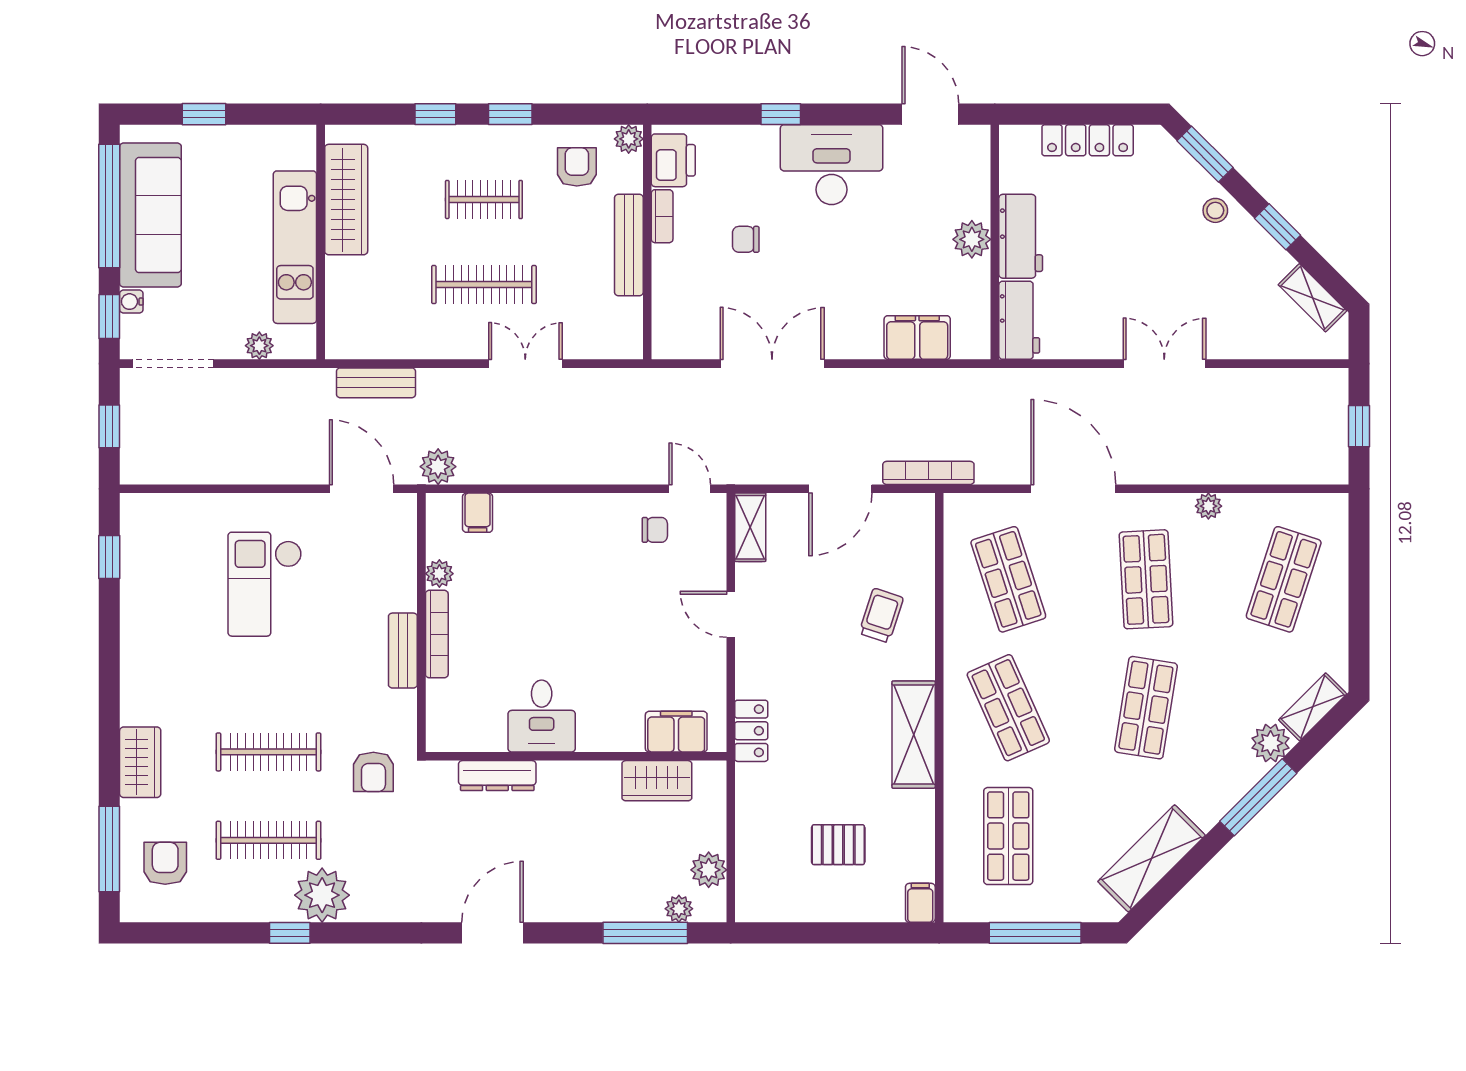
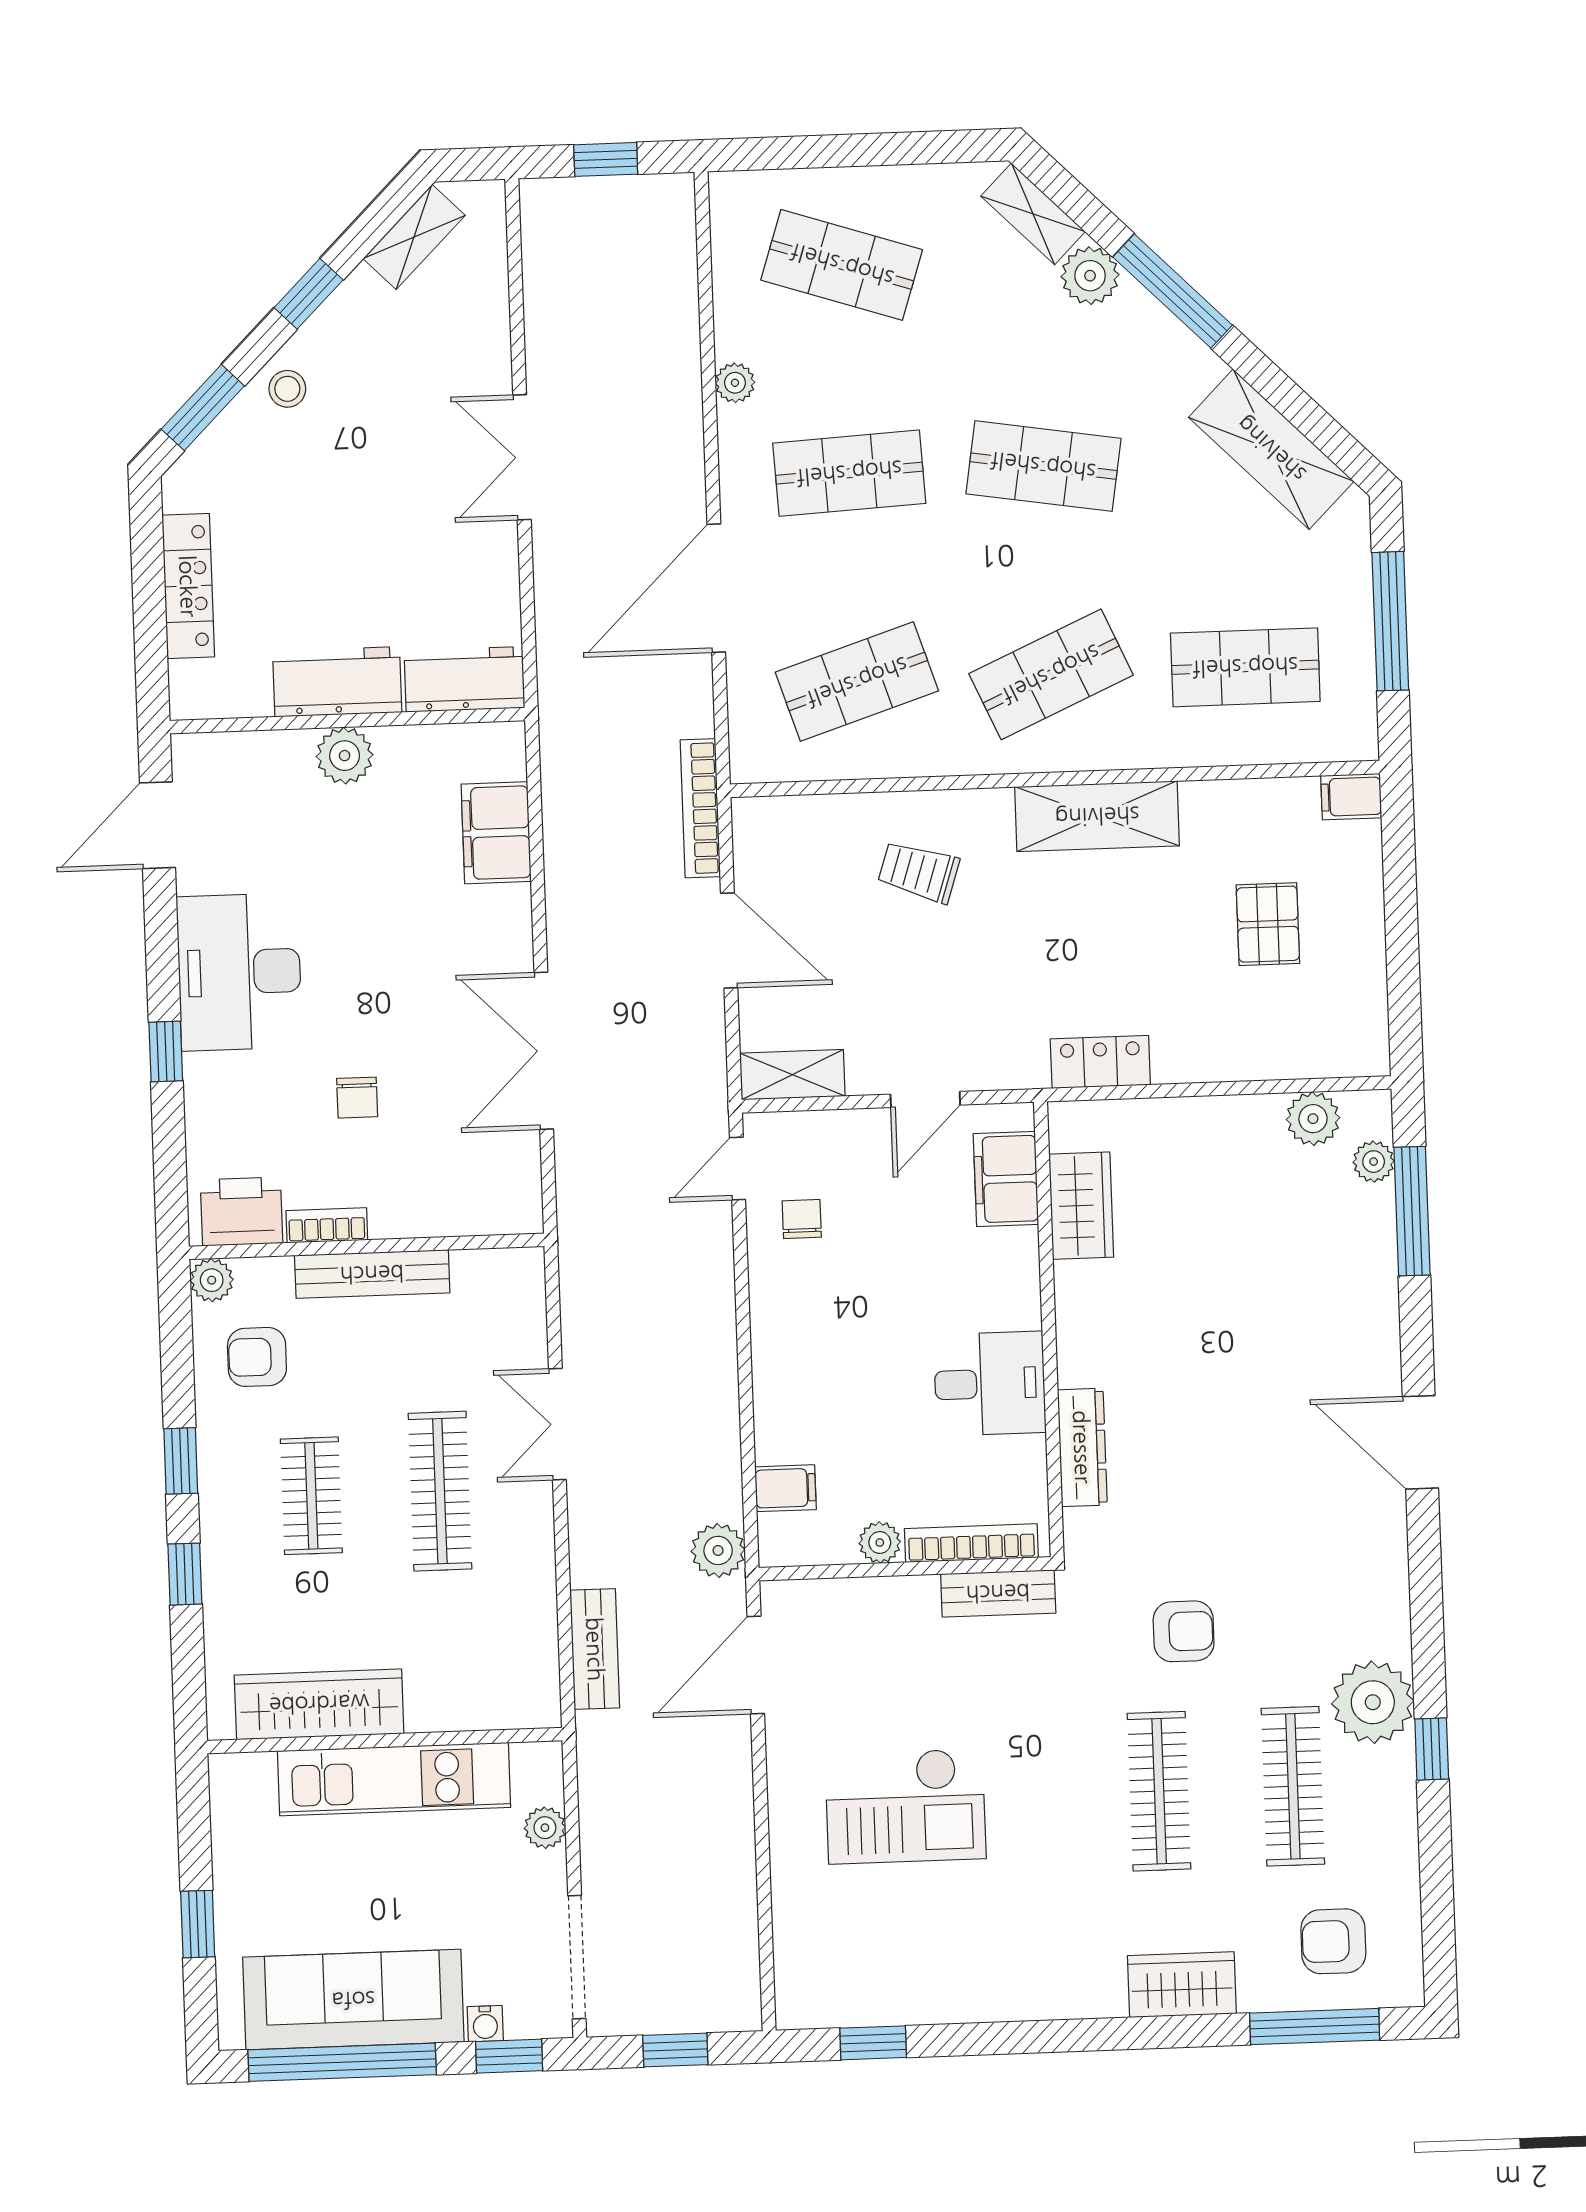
desk: (542, 716) -> (990, 1384), moved
filing cabinet: (676, 732) -> (1006, 1179), moved
wall: (576, 756) -> (1049, 1329), moved
dresser: (497, 776) -> (1082, 1447), moved
wardrobe: (657, 781) -> (1081, 1206), moved

